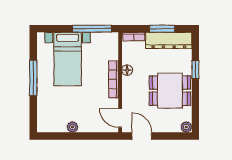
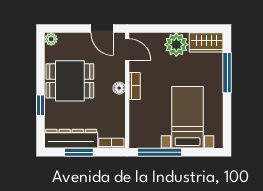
floor lamp: (127, 70) -> (119, 88), moved
window: (33, 78) -> (227, 73), moved
bookcase: (114, 79) -> (135, 86), width x0.64
wardrobe: (51, 124) -> (206, 42), added
plant: (73, 127) -> (176, 45), width x1.88, depth x1.88

